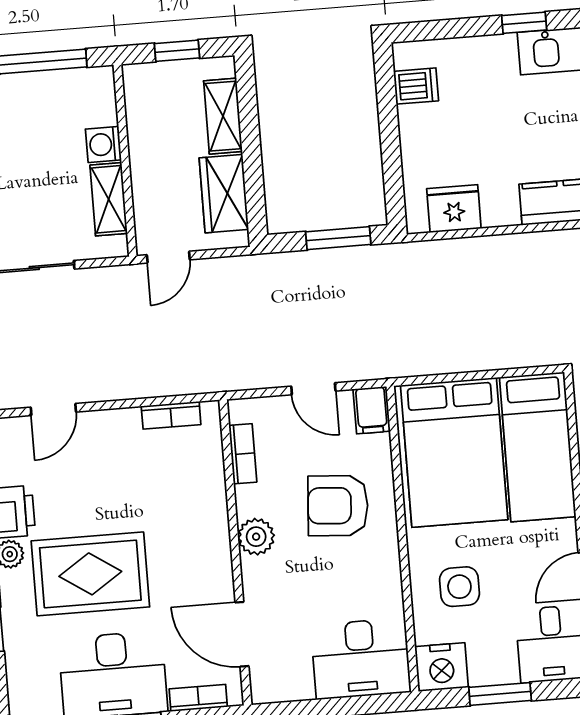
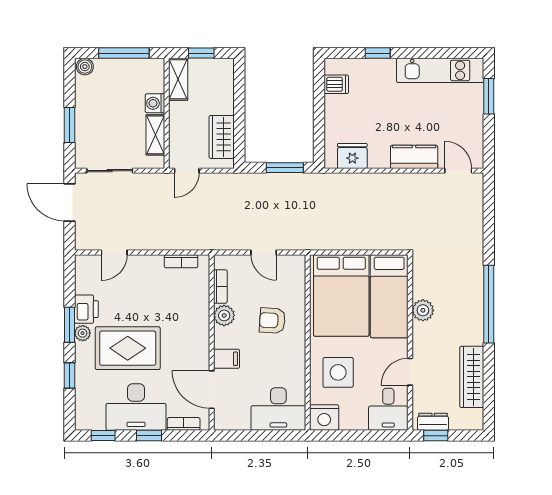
window: (524, 23) -> (378, 53), moved
shelving: (223, 116) -> (178, 79), moved
filing cabinet: (372, 410) -> (227, 359), moved, turned -90
armchair: (338, 506) -> (272, 321), width x0.72, depth x0.72
plant: (256, 537) -> (224, 315), moved
side table: (459, 587) -> (338, 372), width x1.37, depth x1.37
window: (500, 694) -> (356, 436), removed

